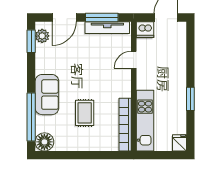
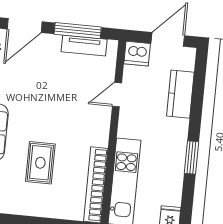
tv unit: (107, 28) -> (84, 46), width x0.71
kitchen counter: (178, 55) -> (180, 94), added

